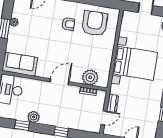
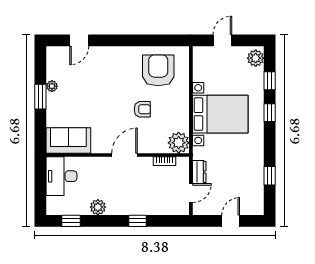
armchair: (68, 24) -> (142, 109), moved
plant: (90, 77) -> (179, 143), moved
window: (22, 125) -> (71, 221), moved

